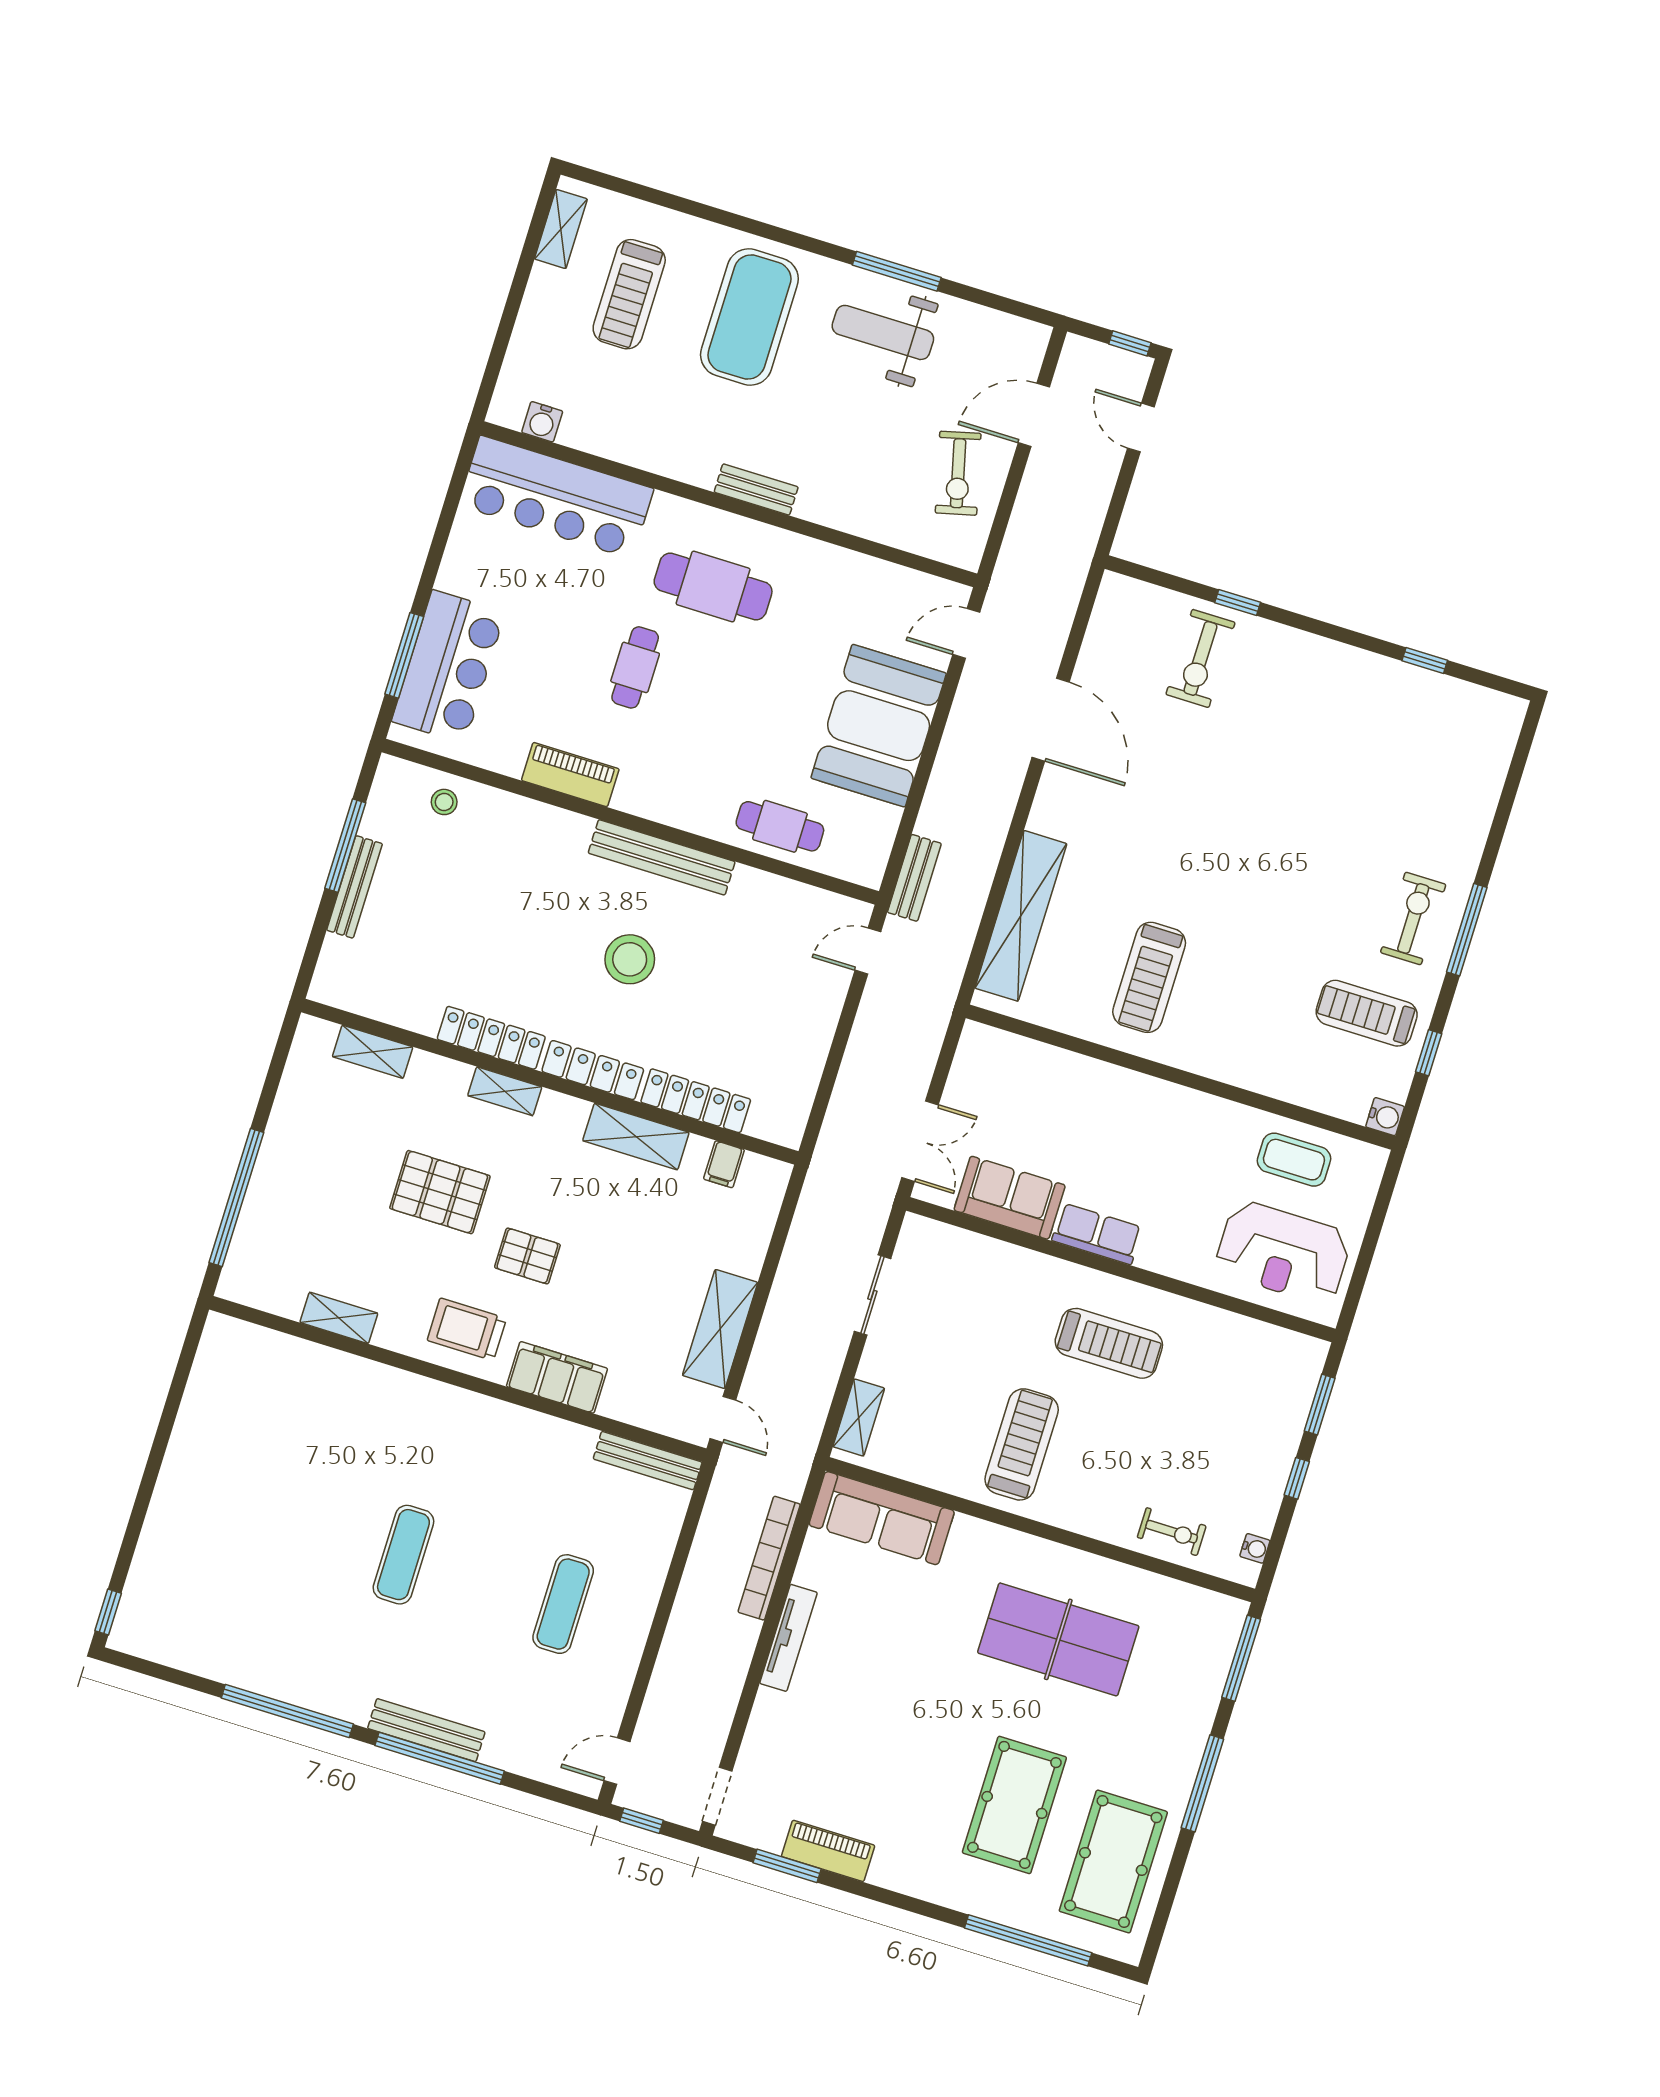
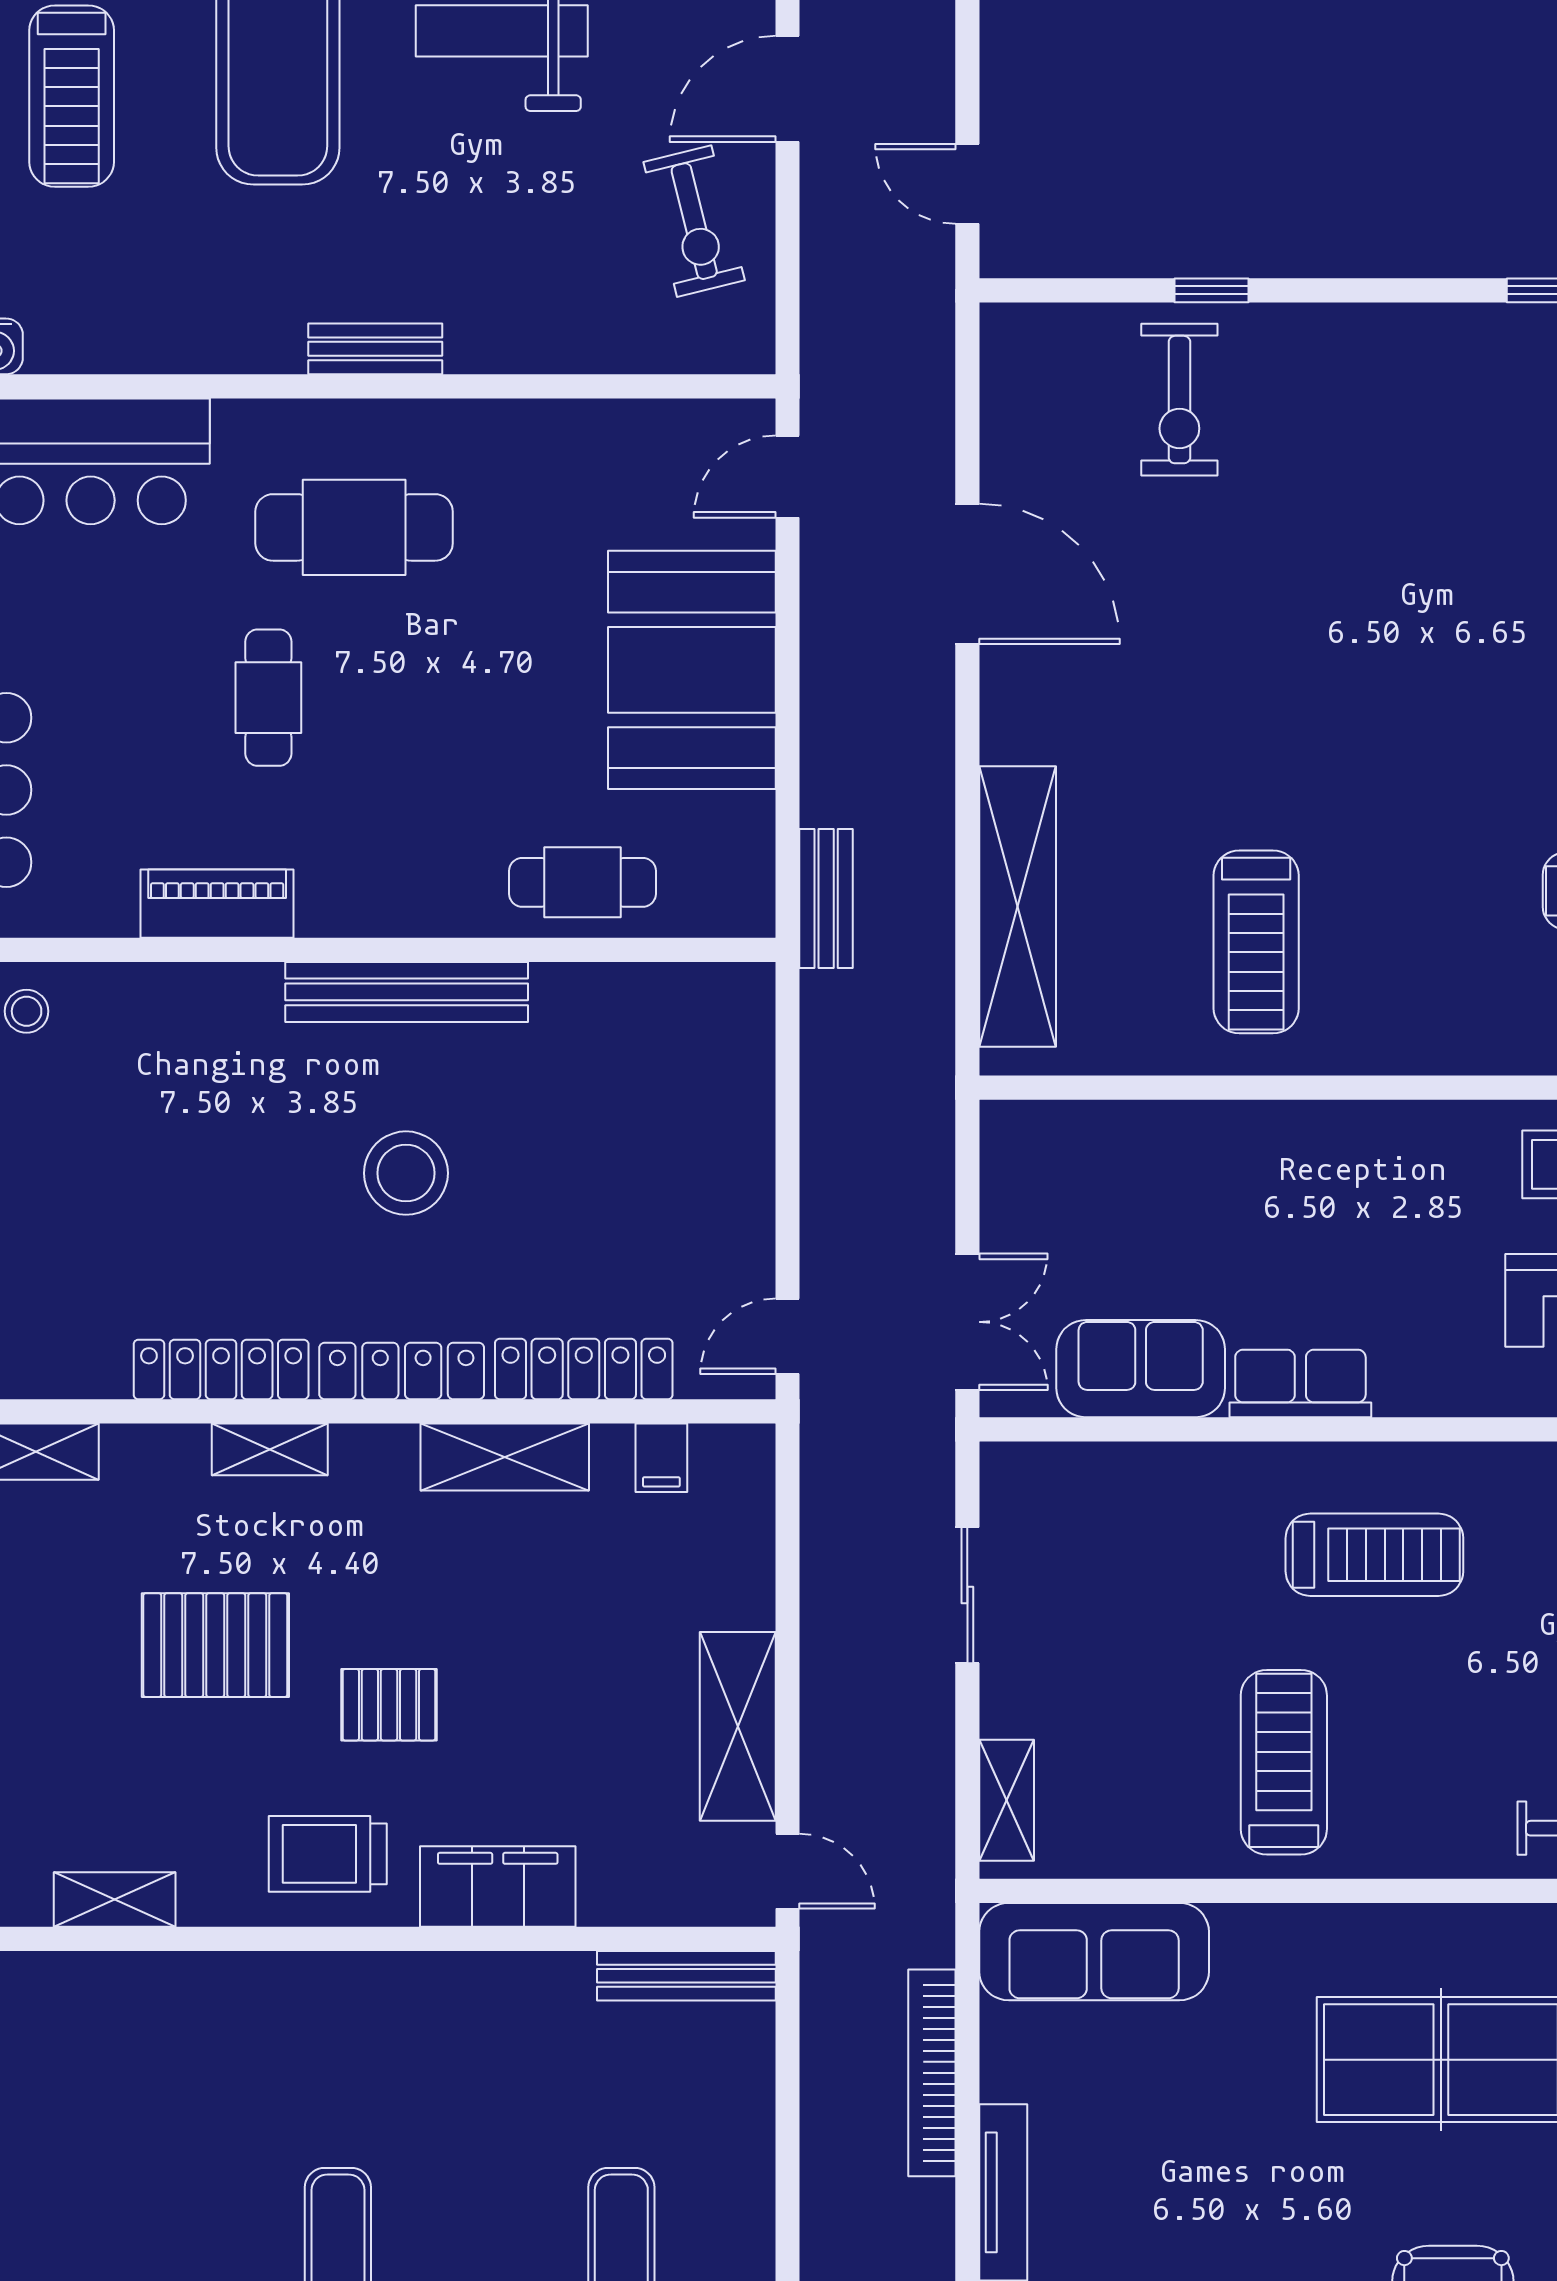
door: (1141, 428) -> (967, 184), moved
door: (868, 951) -> (787, 1336), moved

